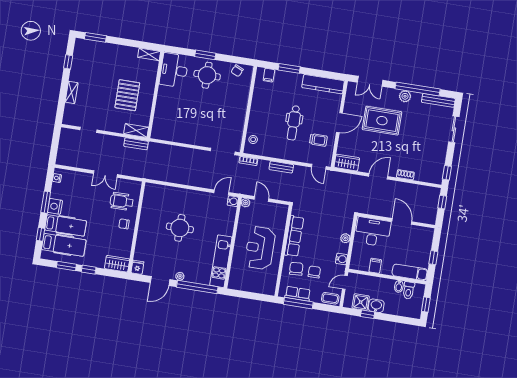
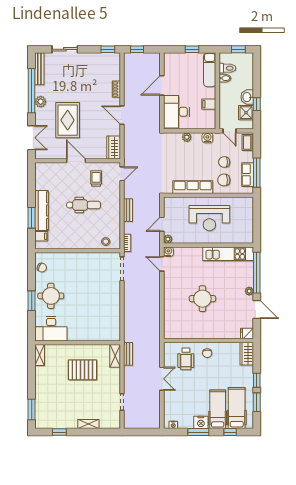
kitchen counter: (323, 84) -> (42, 211), moved

